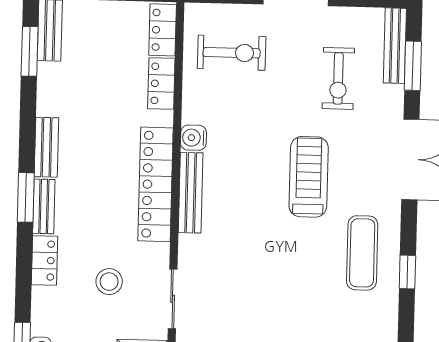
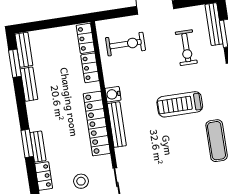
bench: (46, 147) -> (29, 84), moved
treadmill: (309, 177) -> (180, 104), turned -90

